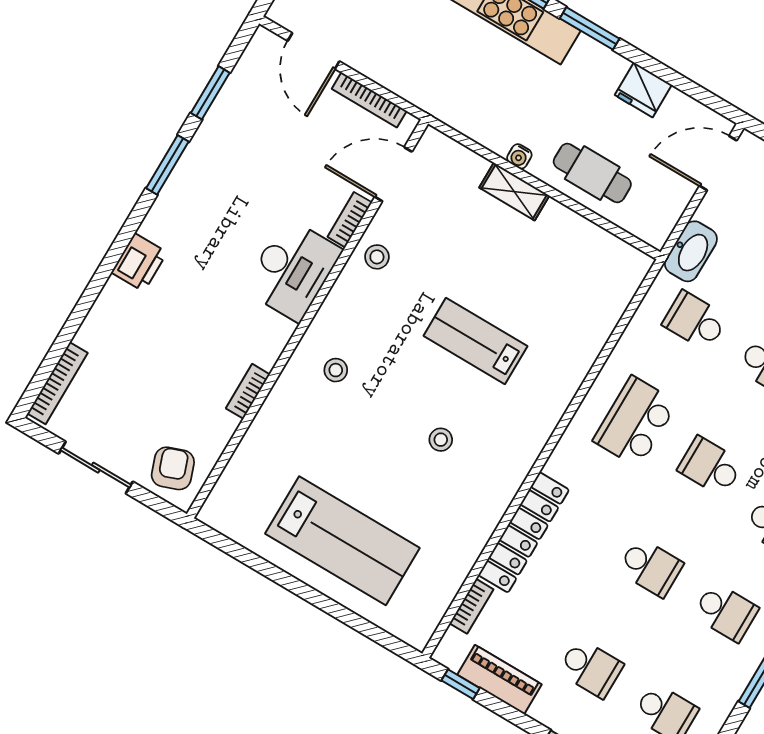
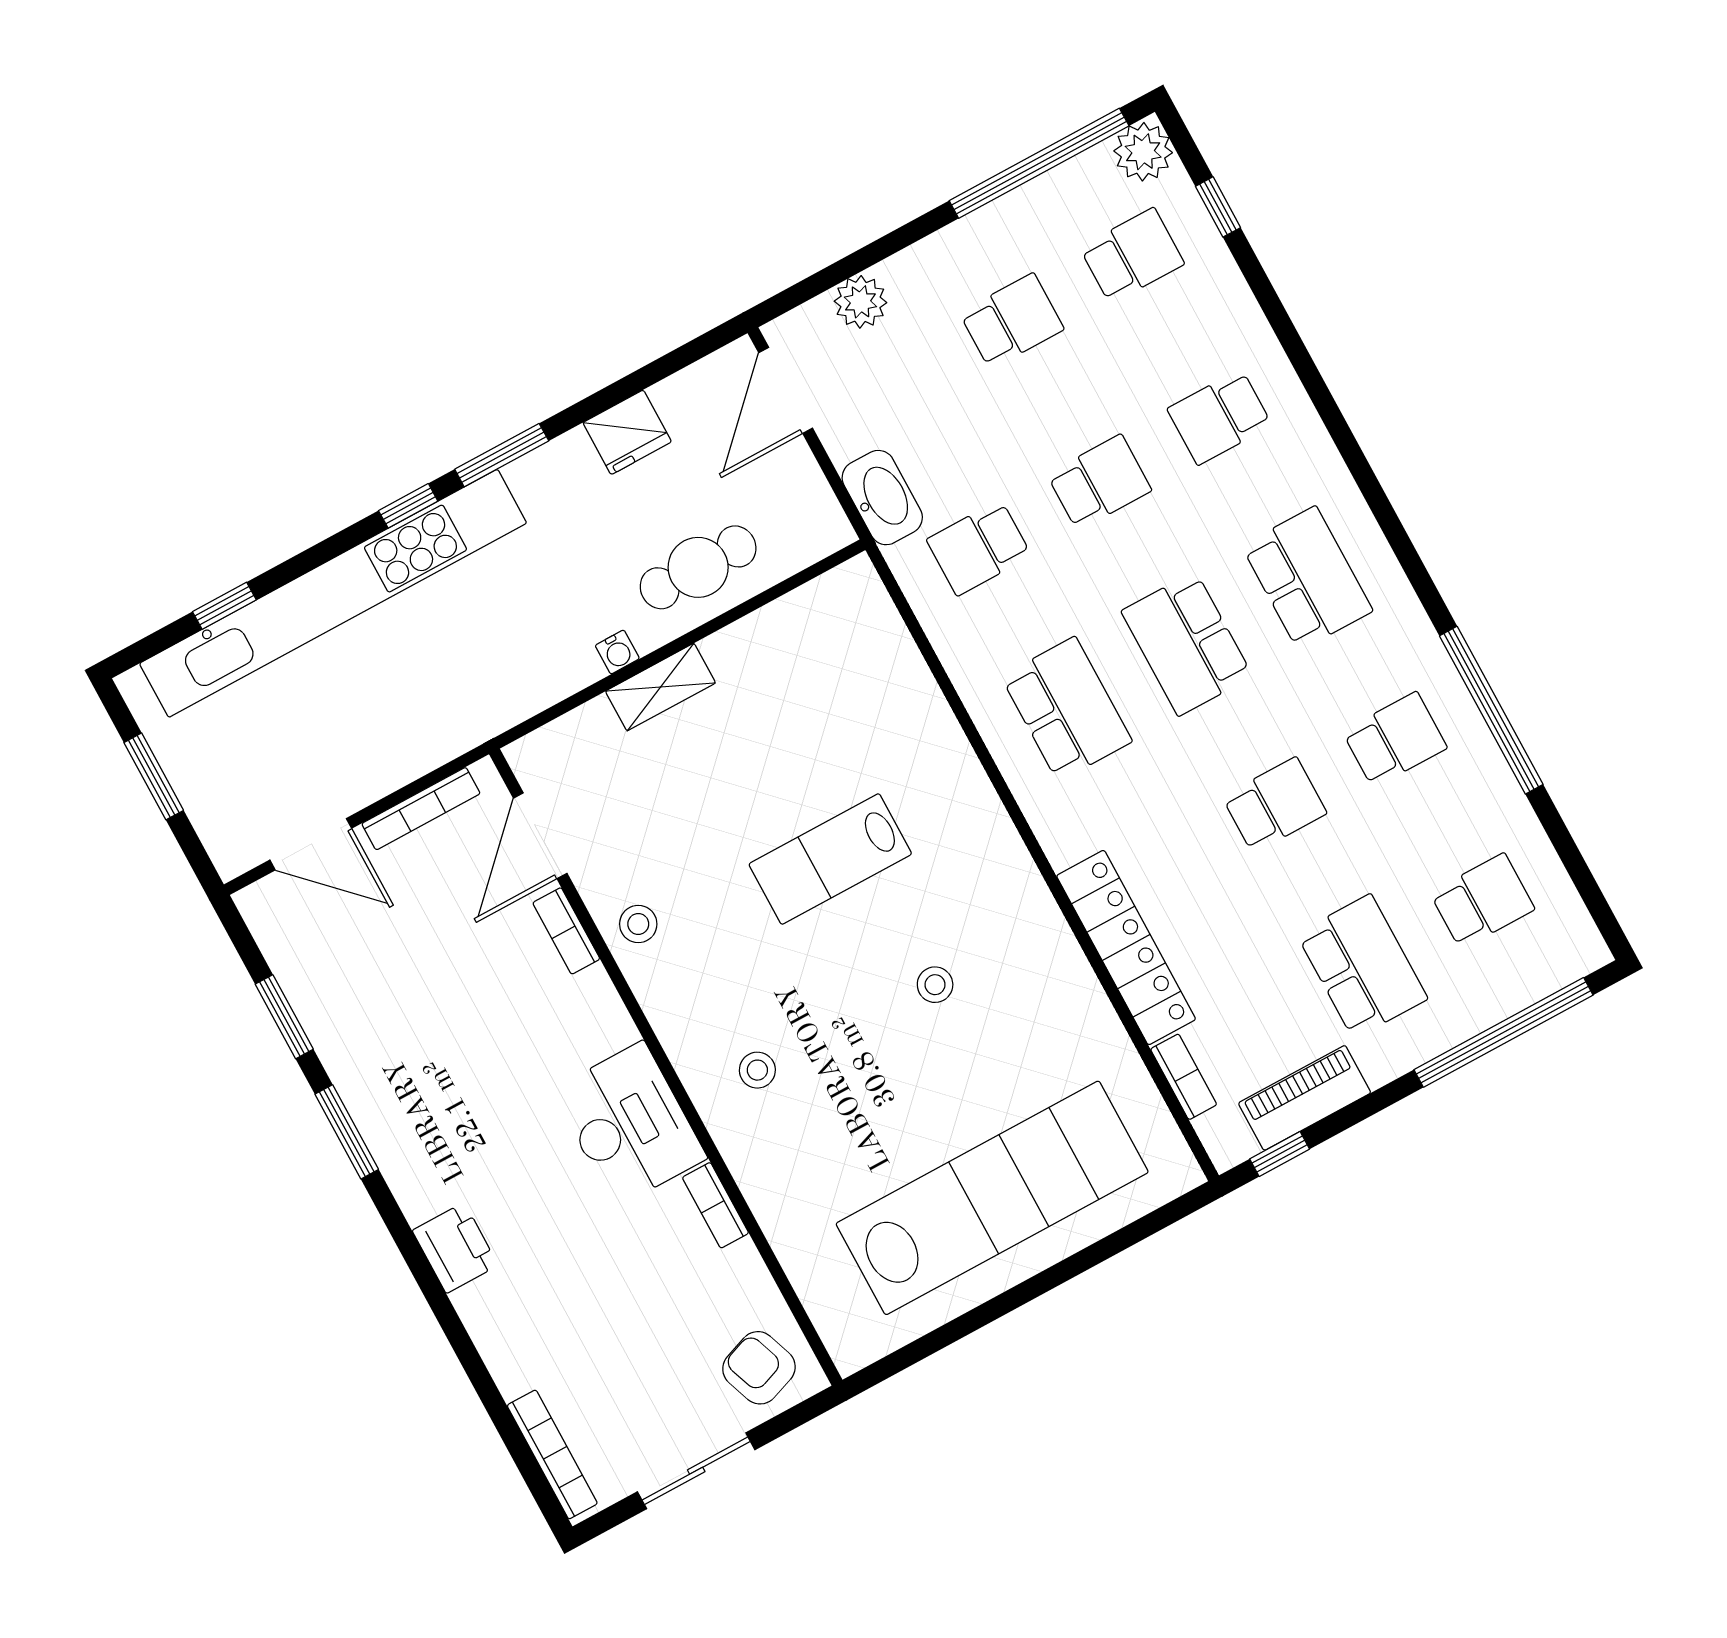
desk: (293, 270) -> (629, 1124), moved
school desk: (635, 422) -> (1067, 709), turned 180
school desk: (710, 466) -> (1187, 644), width x1.85
lab bench: (342, 541) -> (992, 1198), width x1.36
school desk: (591, 668) -> (1362, 966), width x1.85

